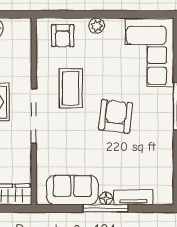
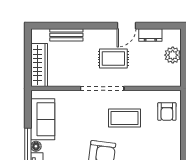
plant: (97, 26) -> (175, 139), removed
armchair: (63, 36) -> (167, 112), turned -90

